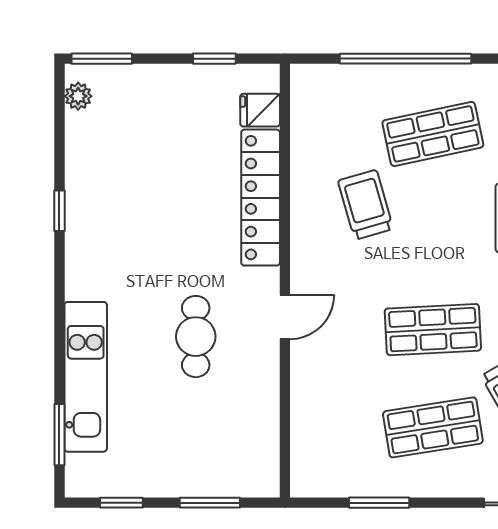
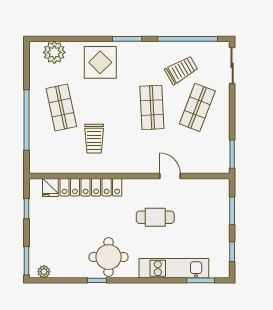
trolley: (366, 205) -> (94, 139), turned -74
round table: (110, 236) -> (109, 257), added
door: (285, 317) -> (170, 176), moved
shop shelf: (433, 427) -> (197, 107), turned 30
window: (379, 503) -> (232, 154), moved

